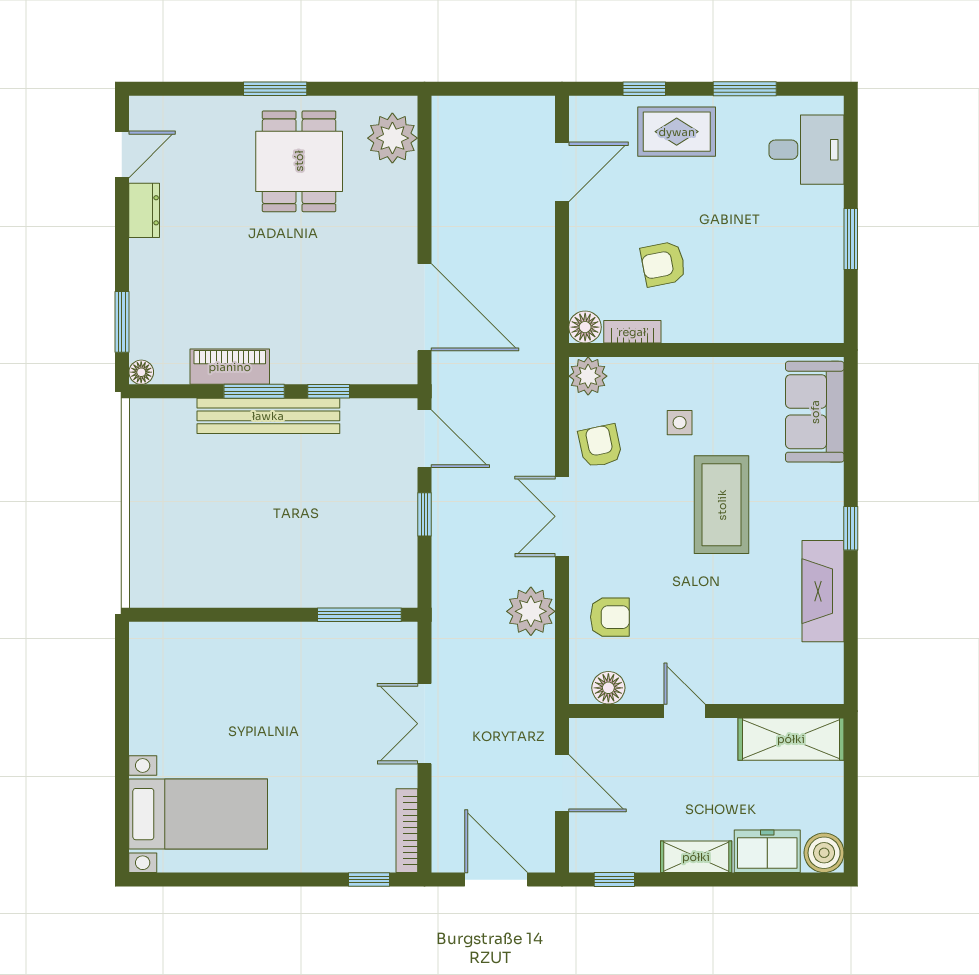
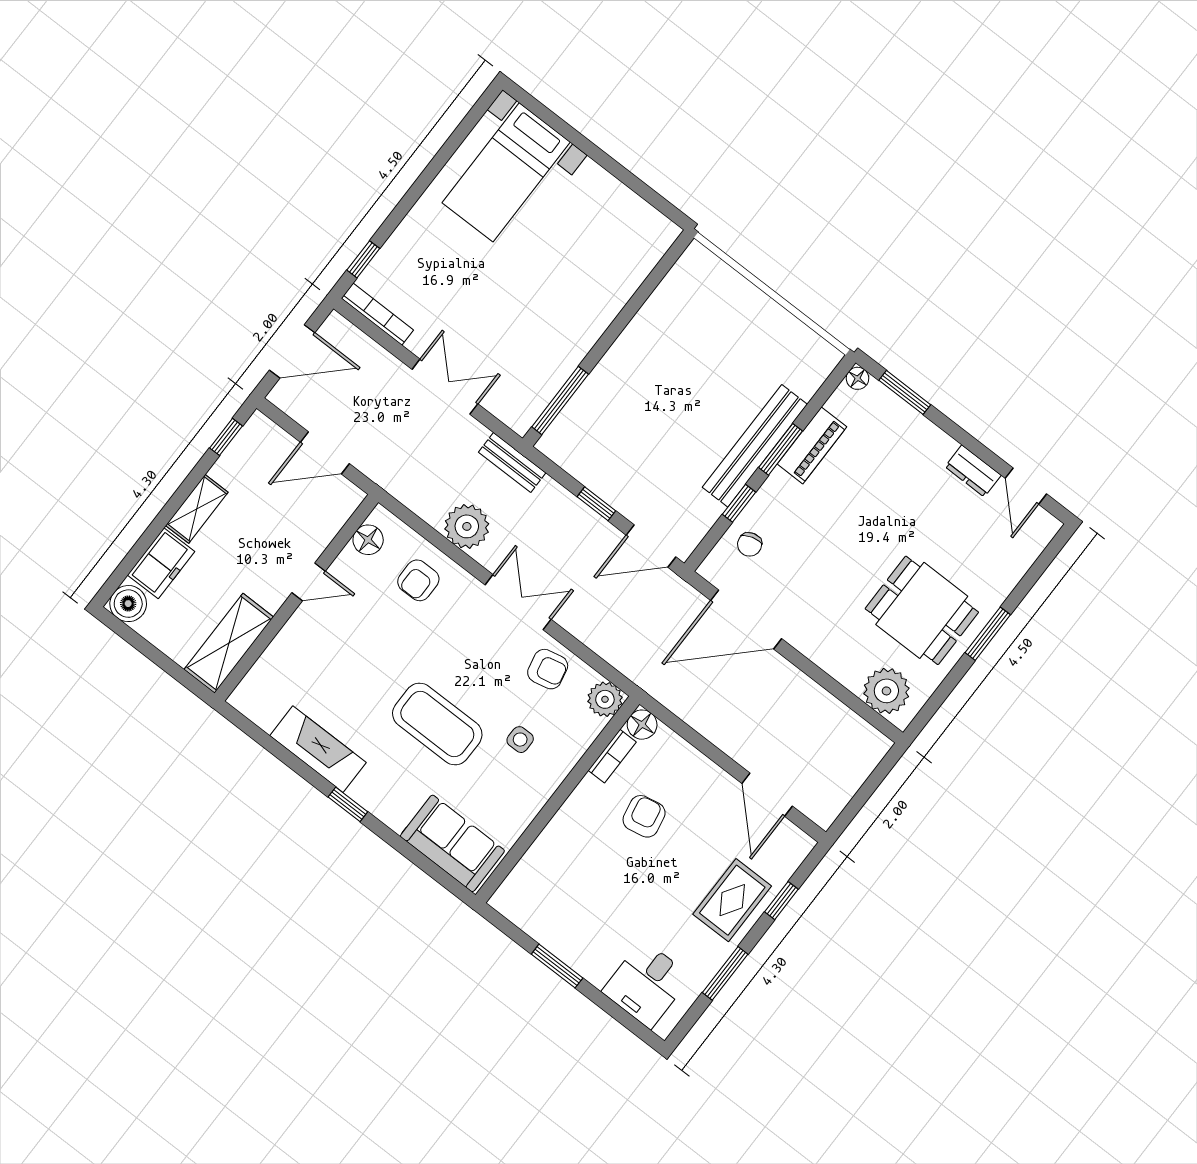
chair: (357, 355) -> (750, 544), added
bench: (445, 615) -> (512, 462), added

